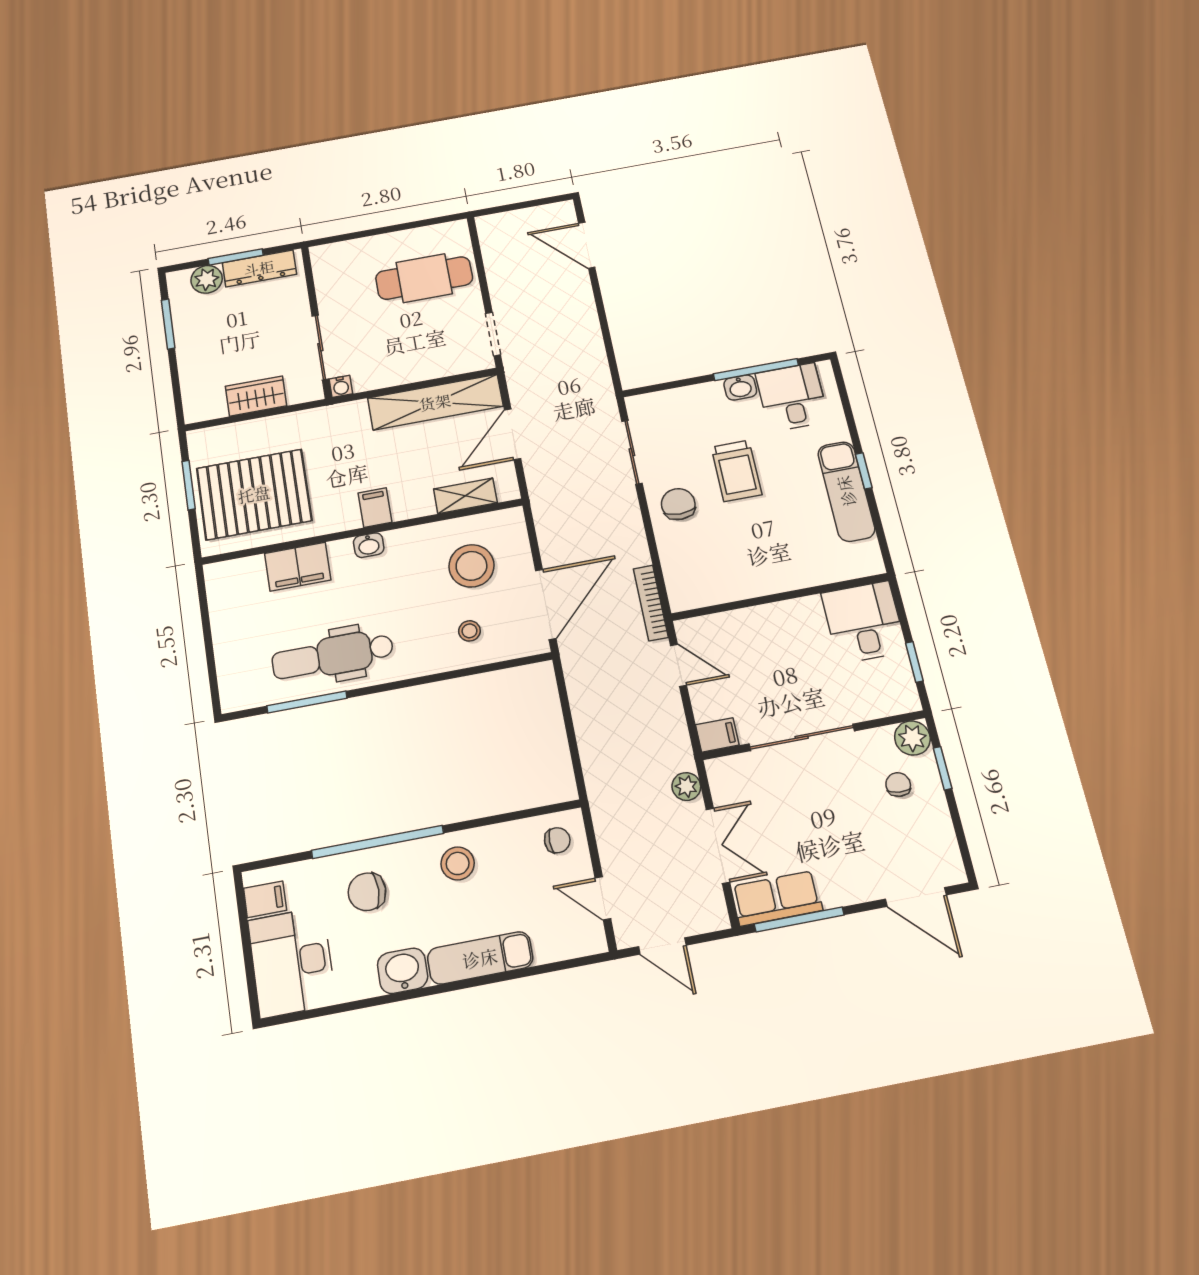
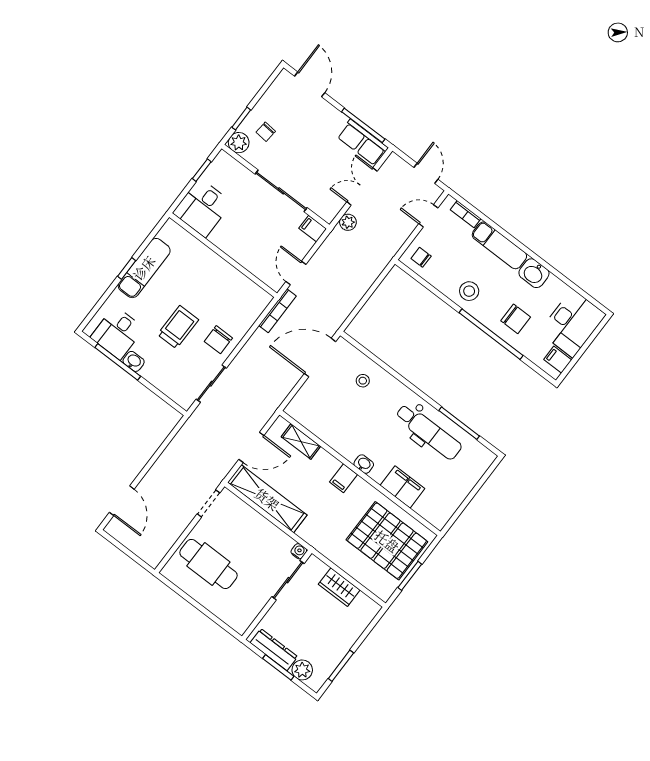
stool: (471, 566) -> (332, 408), removed
door: (603, 898) -> (428, 216), swing flipped
bookcase: (561, 950) -> (466, 214), added

